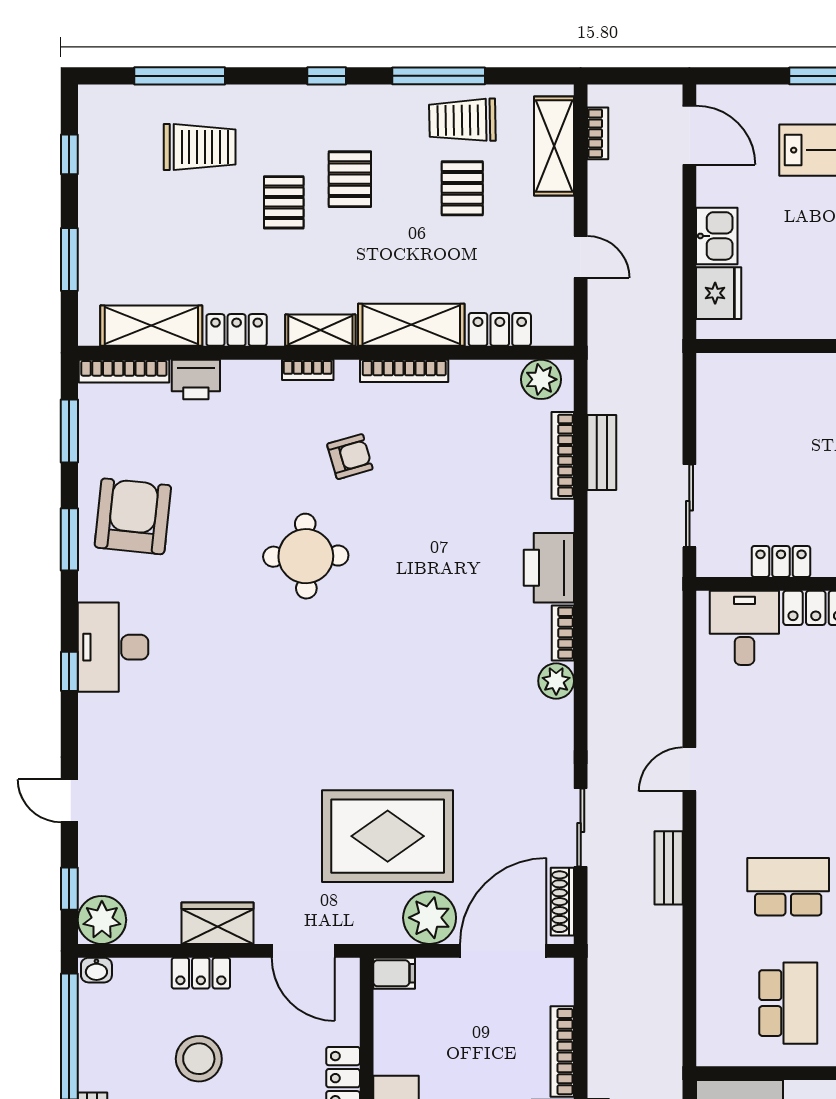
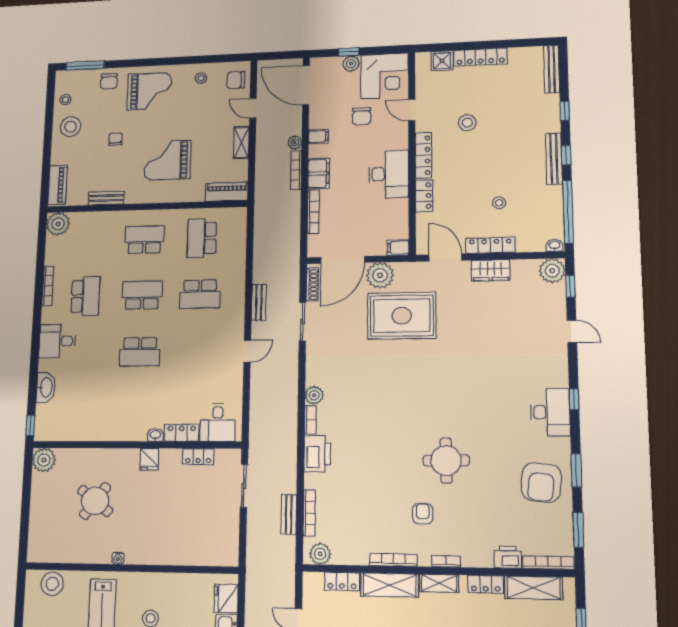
armchair: (350, 457) -> (423, 514), turned 106
locker: (201, 973) -> (490, 245), width x1.53
stool: (199, 1059) -> (499, 203), width x0.53, depth x0.53

